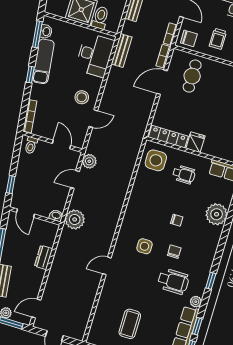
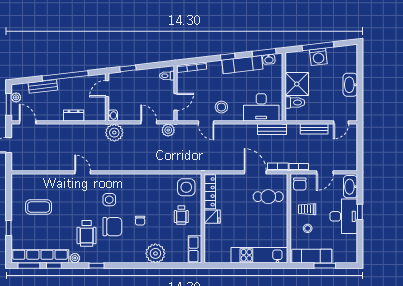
chair: (174, 252) -> (112, 227), width x1.87, depth x1.87

